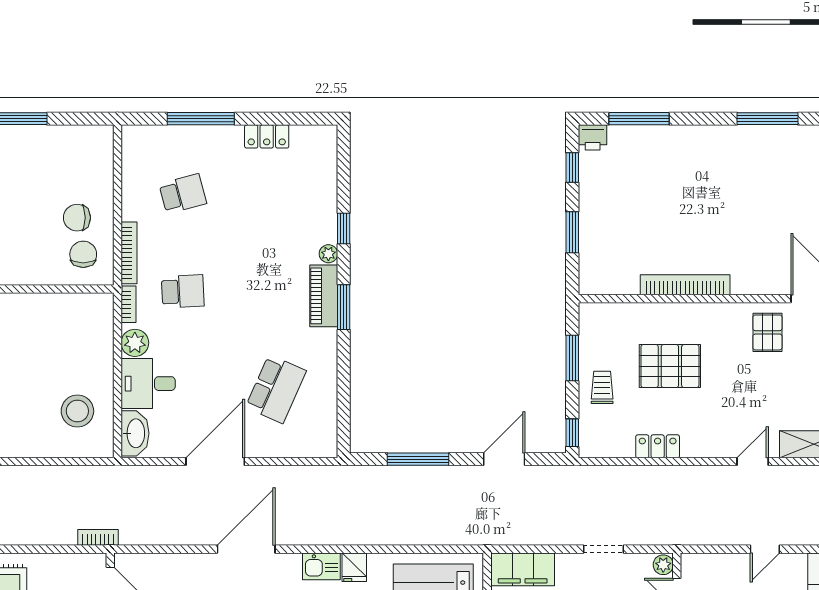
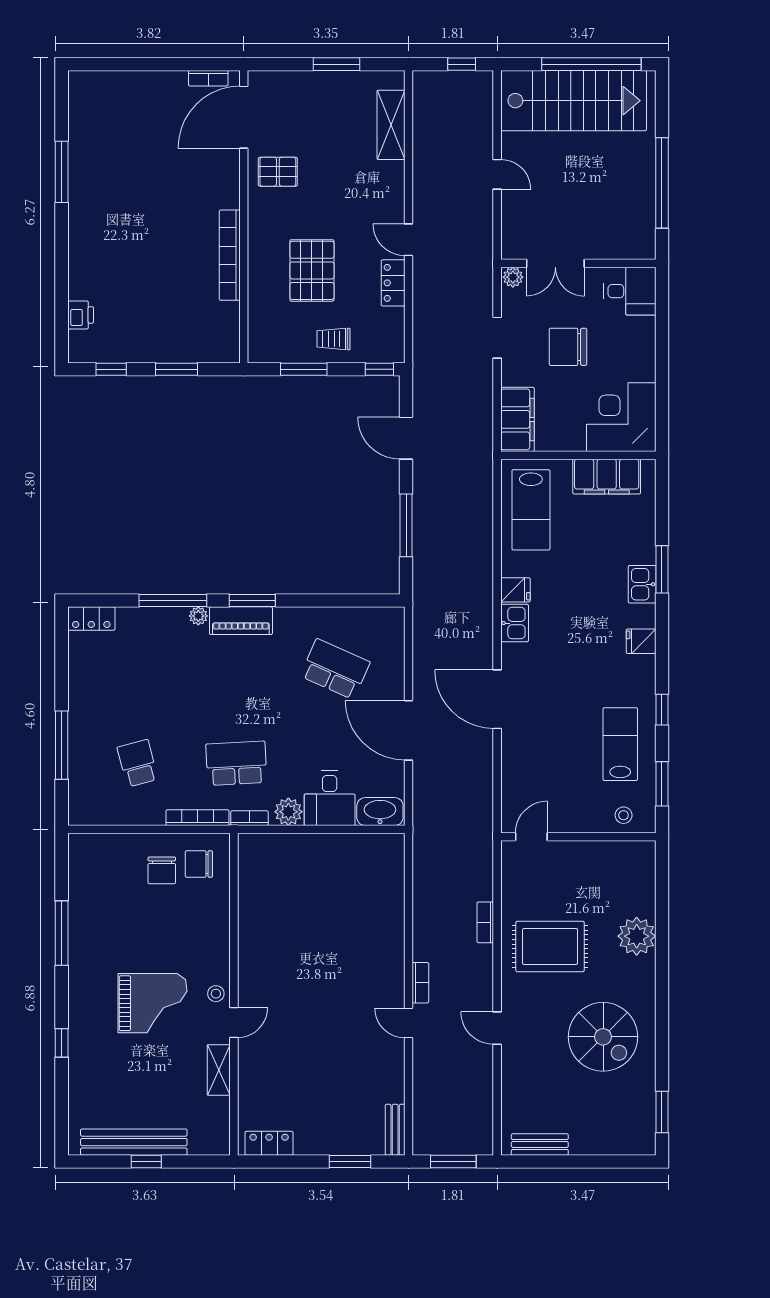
window: (639, 119) -> (62, 302), removed
locker: (267, 136) -> (91, 619), moved, turned 90
printer: (593, 137) -> (81, 315), moved
window: (344, 229) -> (173, 601), width x2.17
school desk: (183, 291) -> (236, 763), width x1.85
stool: (77, 411) -> (357, 870), removed
door: (753, 462) -> (409, 240), moved
bookcase: (98, 537) -> (485, 922), moved

